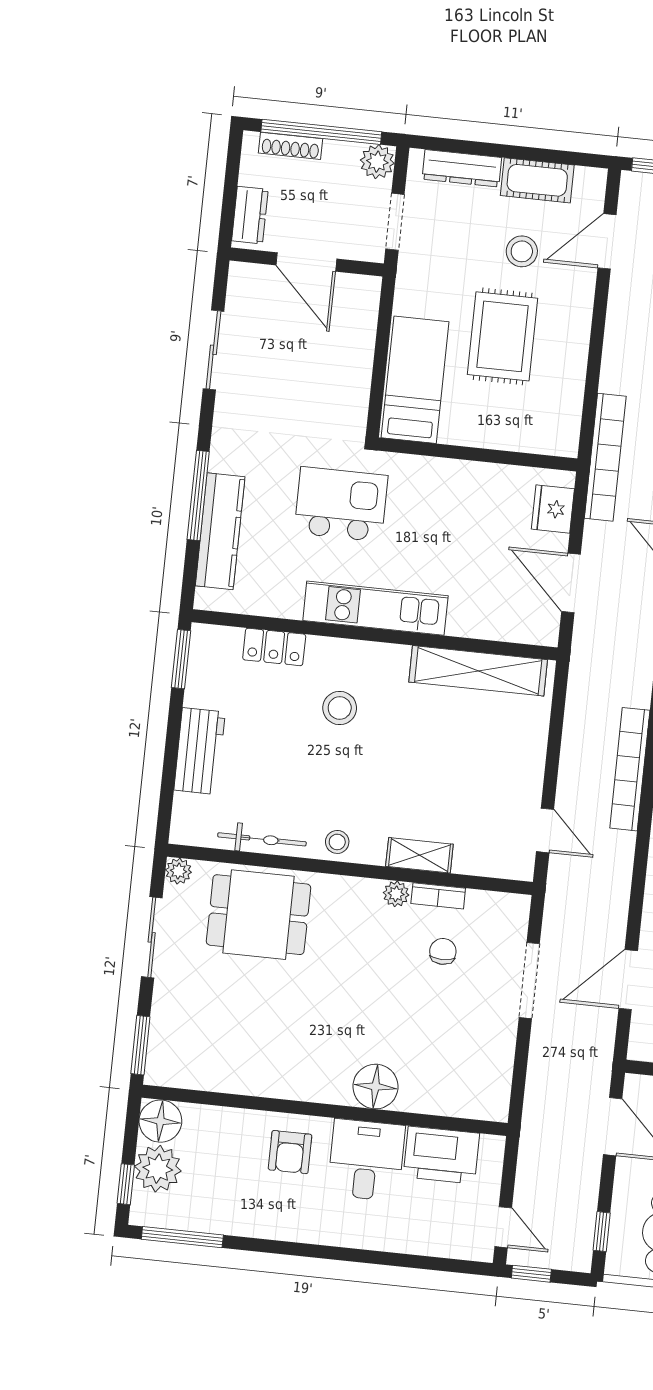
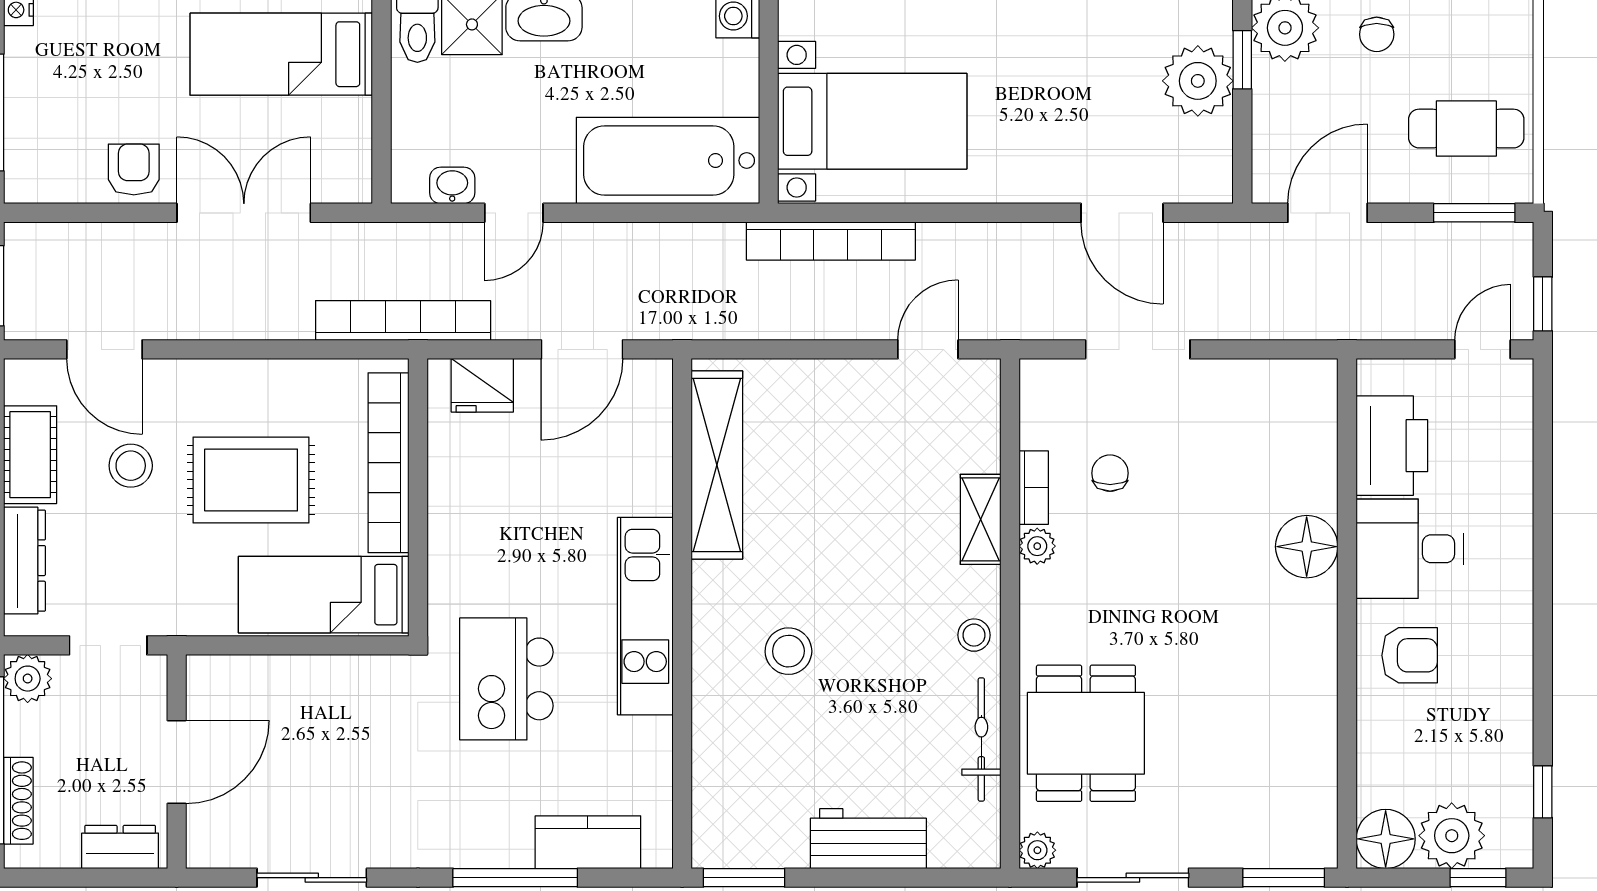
bookcase: (505, 436) -> (388, 463), added
kitchen counter: (220, 531) -> (588, 842), width x0.67
locker: (274, 647) -> (714, 751), removed
chair: (443, 951) -> (1110, 473), turned 90
window: (602, 1232) -> (1474, 213), width x1.50
window: (182, 1237) -> (1543, 792), width x0.46

